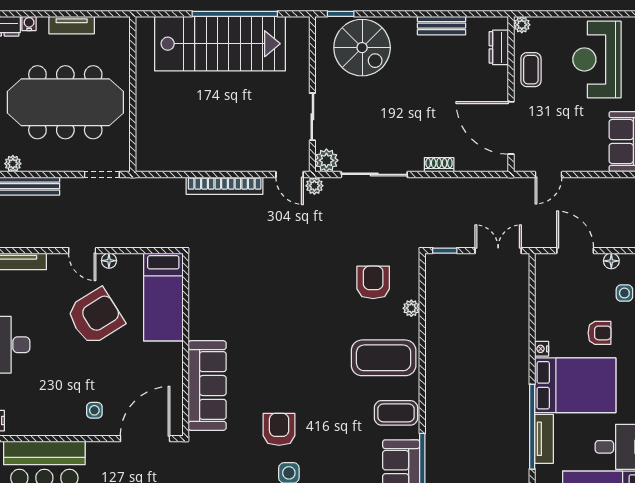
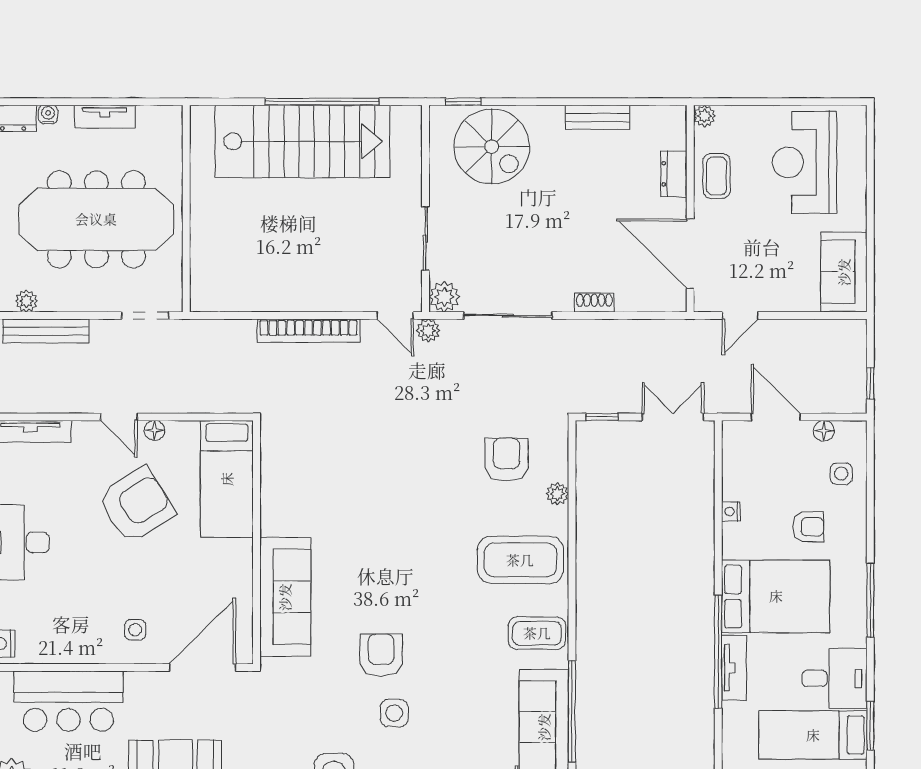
dresser: (499, 47) -> (674, 174), moved
nightstand: (542, 349) -> (731, 512), moved

